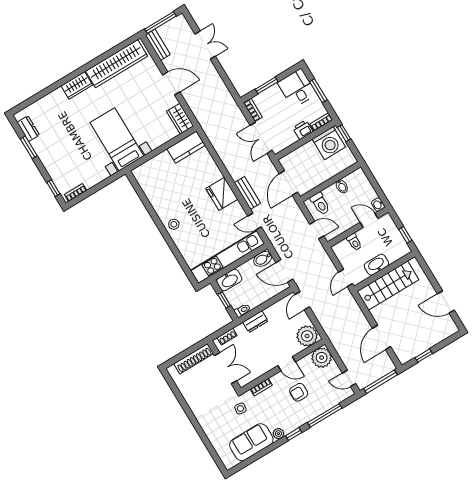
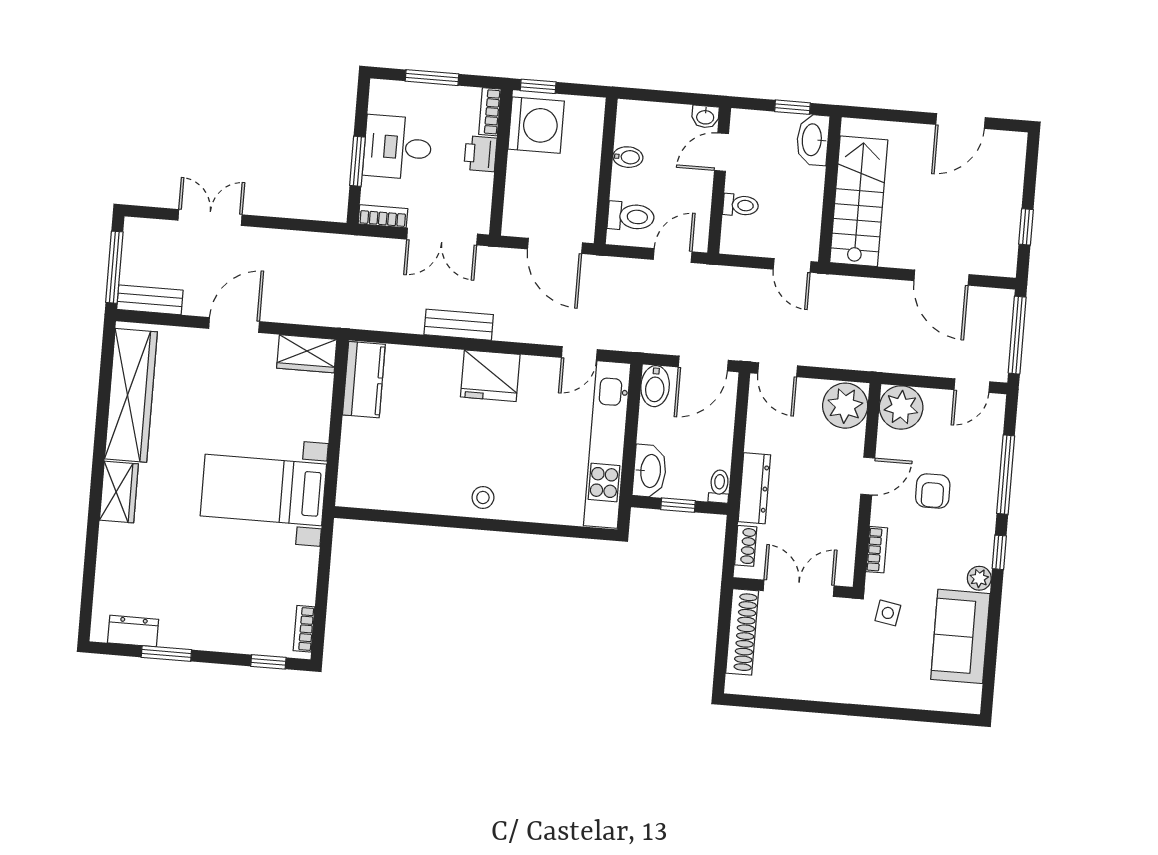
desk: (297, 88) -> (398, 147), moved
bench: (247, 193) -> (459, 325), moved
washbasin: (376, 265) -> (813, 140), moved
dresser: (255, 322) -> (754, 488), width x1.44

